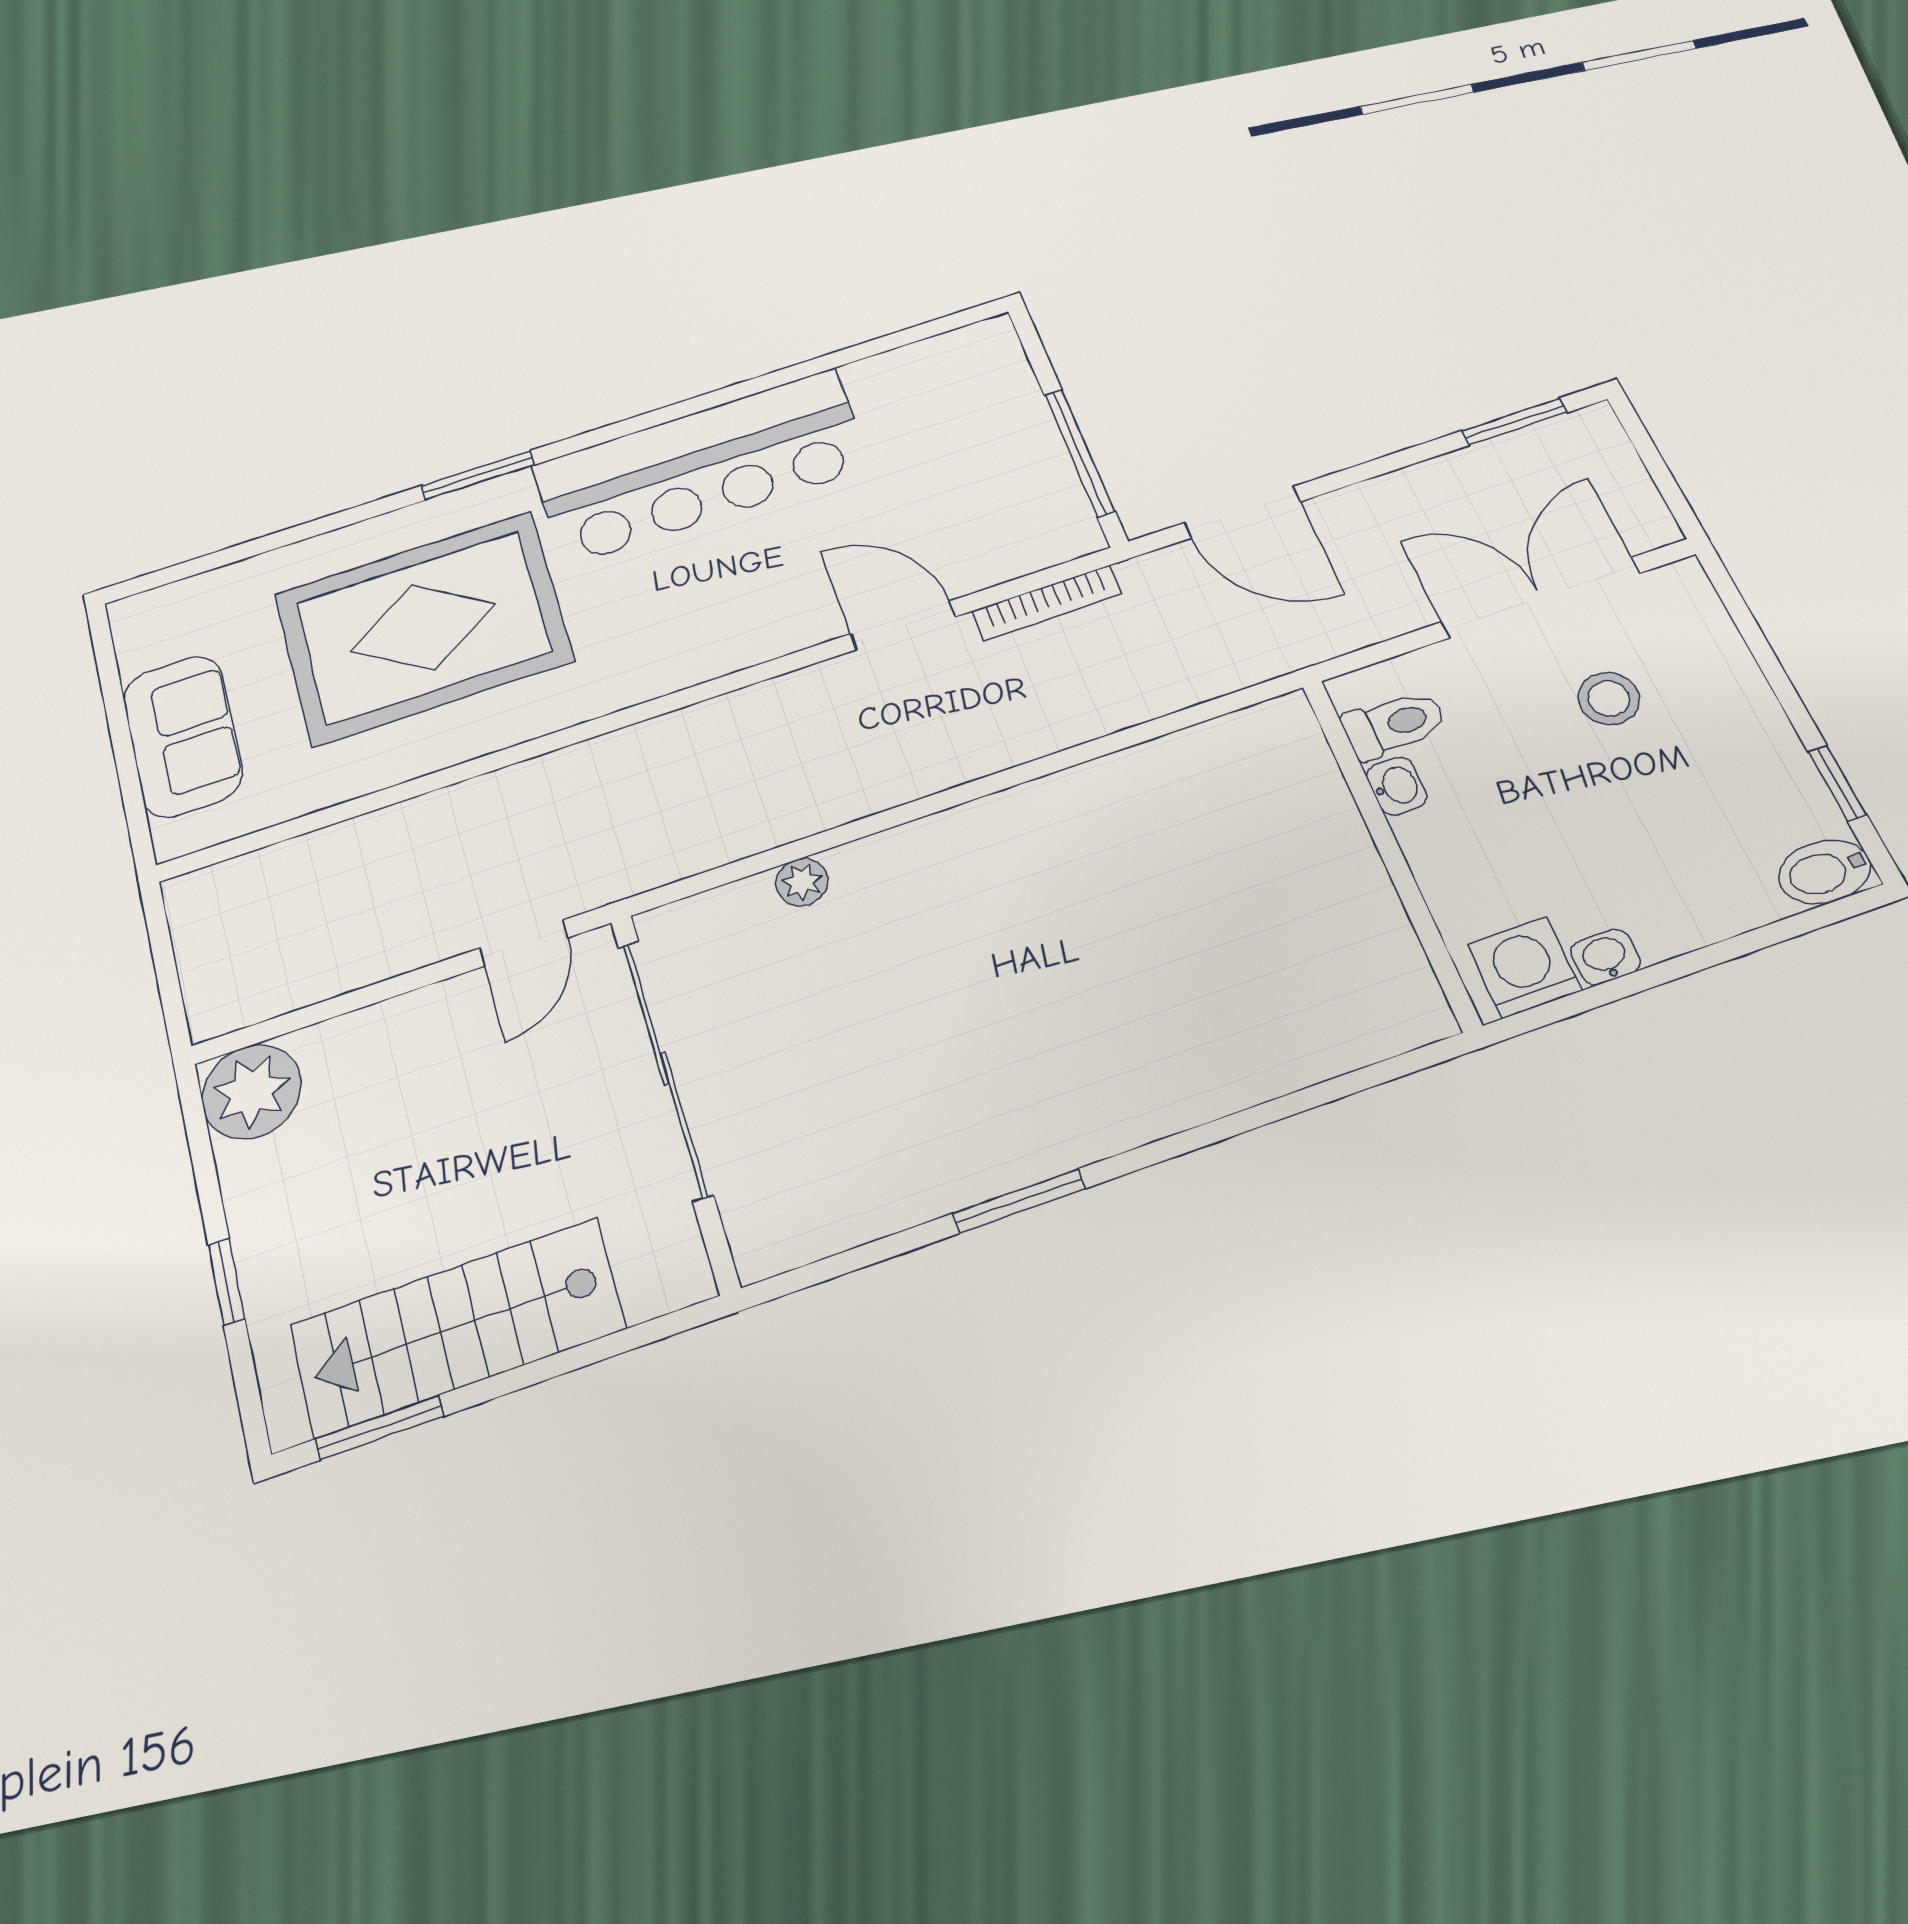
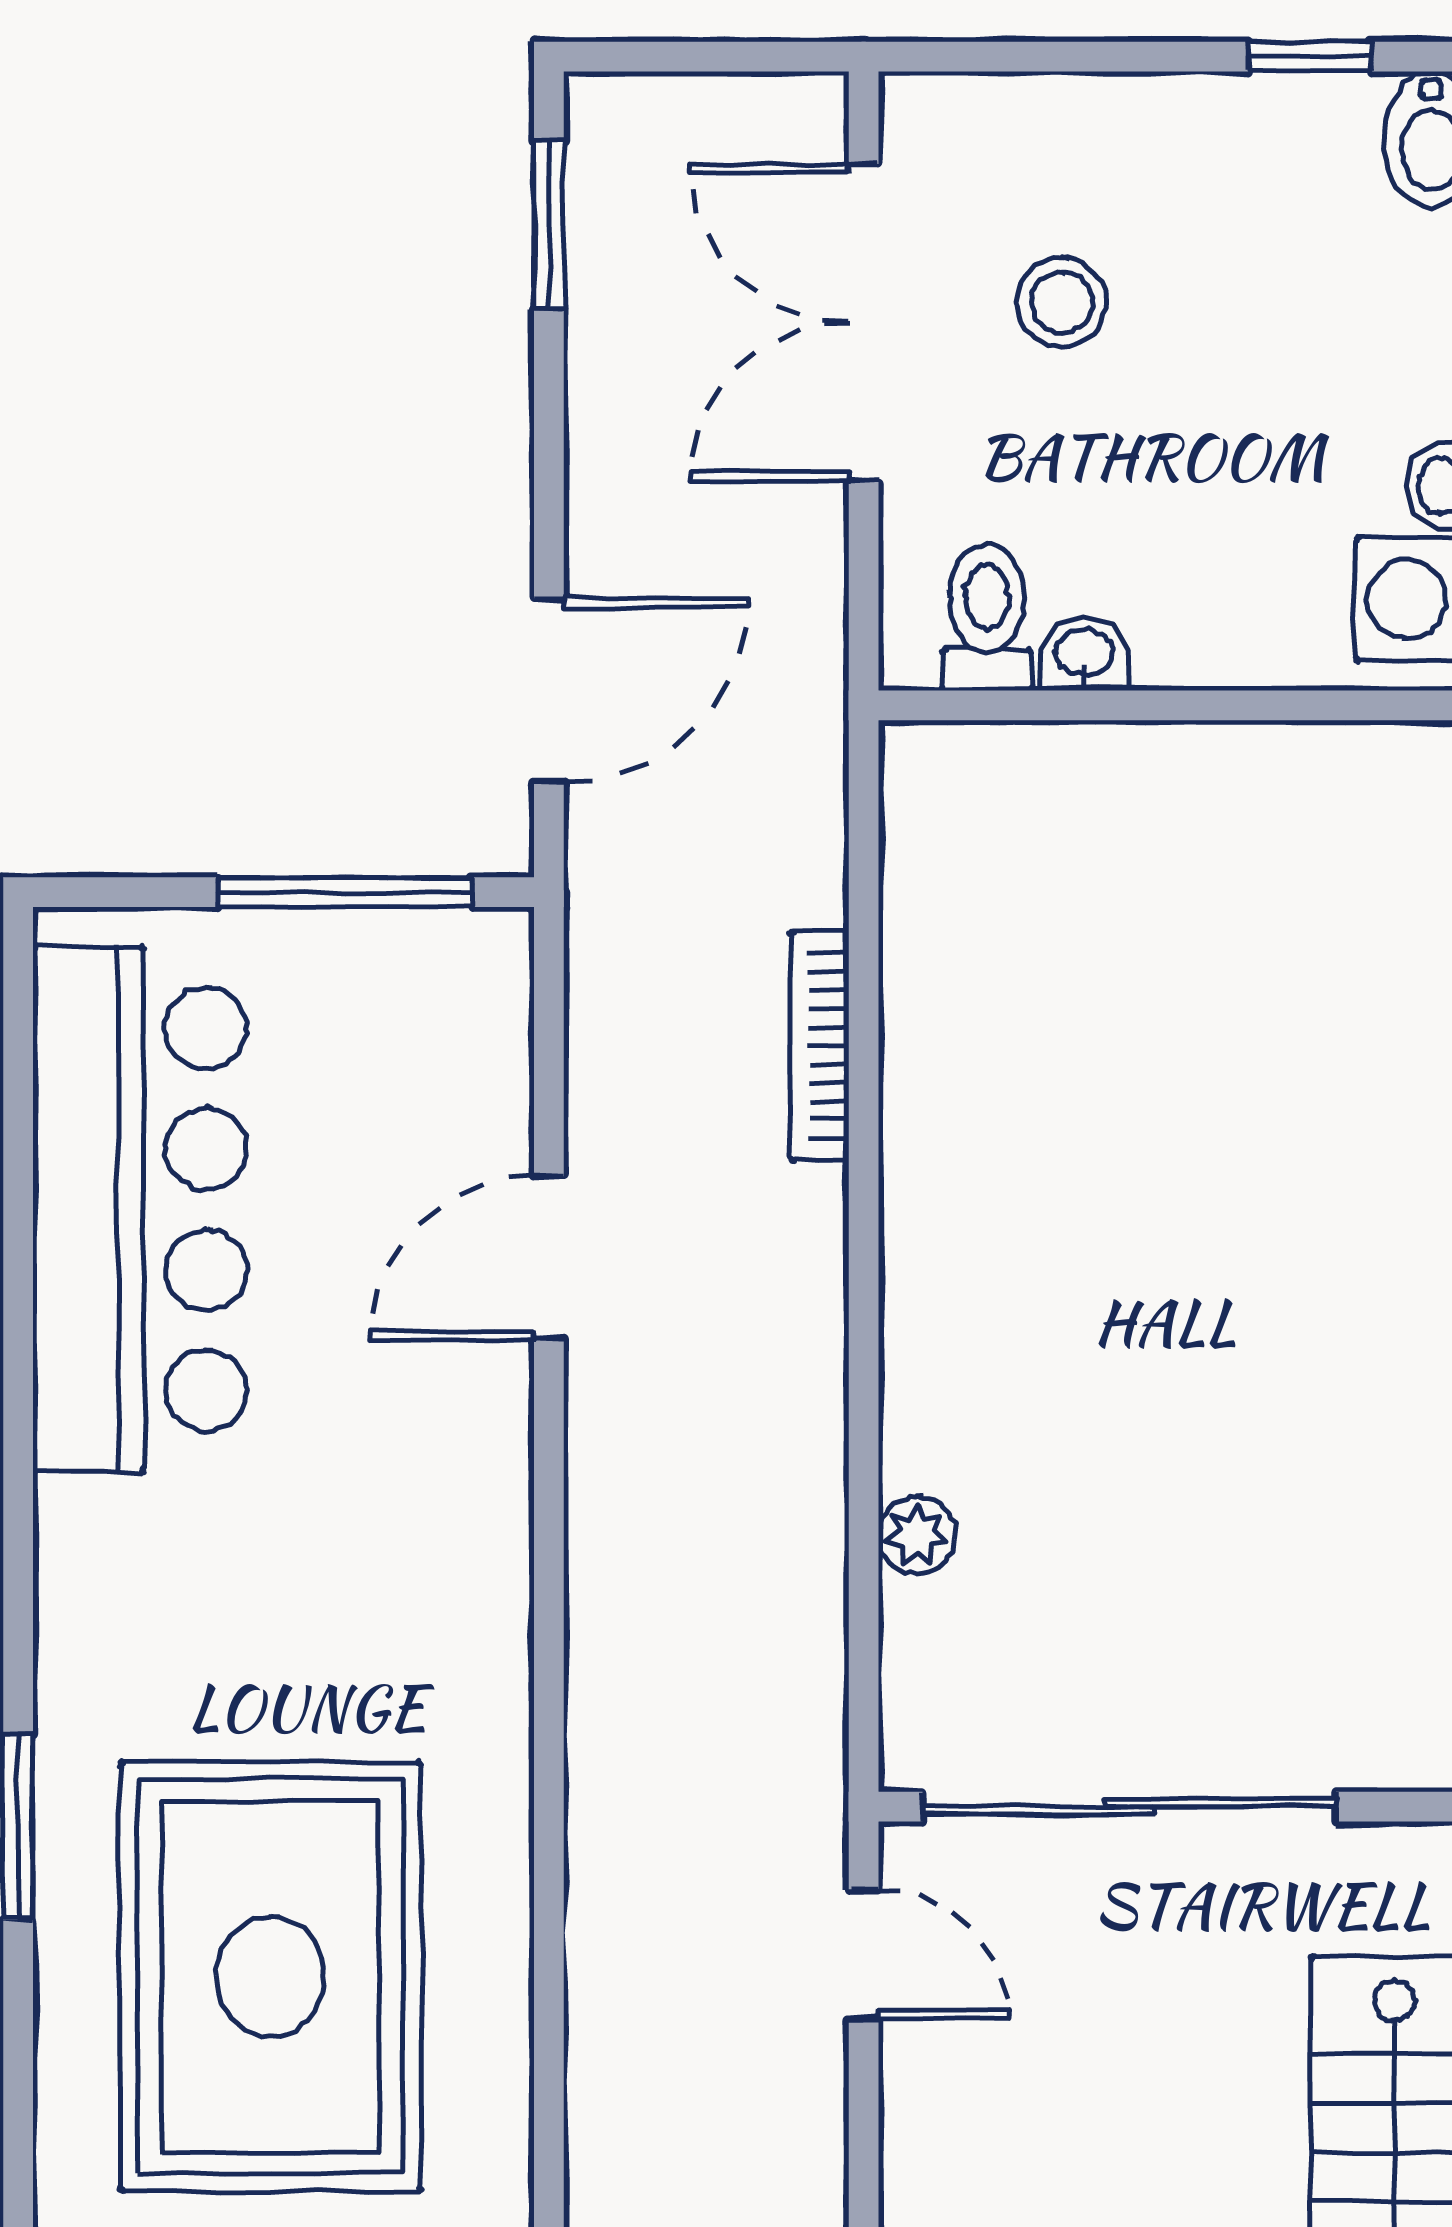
bar counter: (701, 466) -> (140, 1209), moved
bookcase: (1047, 603) -> (819, 1046), moved, turned 180

